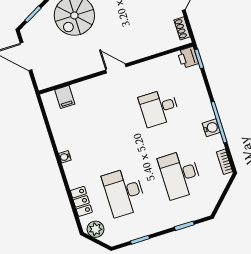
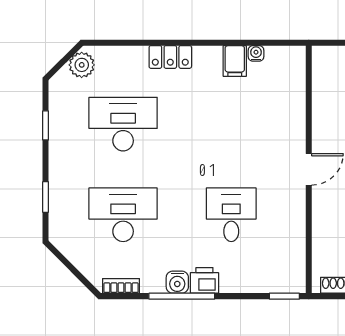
printer: (188, 57) -> (204, 280), moved
filing cabinet: (65, 97) -> (235, 61), moved, turned -90
water cooler: (65, 157) -> (256, 53), moved
locker: (81, 201) -> (170, 57), moved

